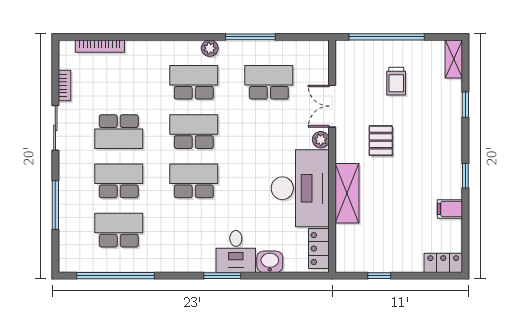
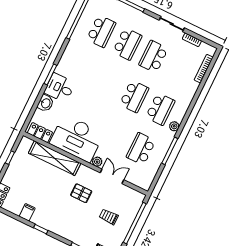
school desk: (269, 82) -> (141, 149), turned 180
school desk: (194, 181) -> (108, 84), removed
shelving: (347, 193) -> (55, 158), width x1.47

